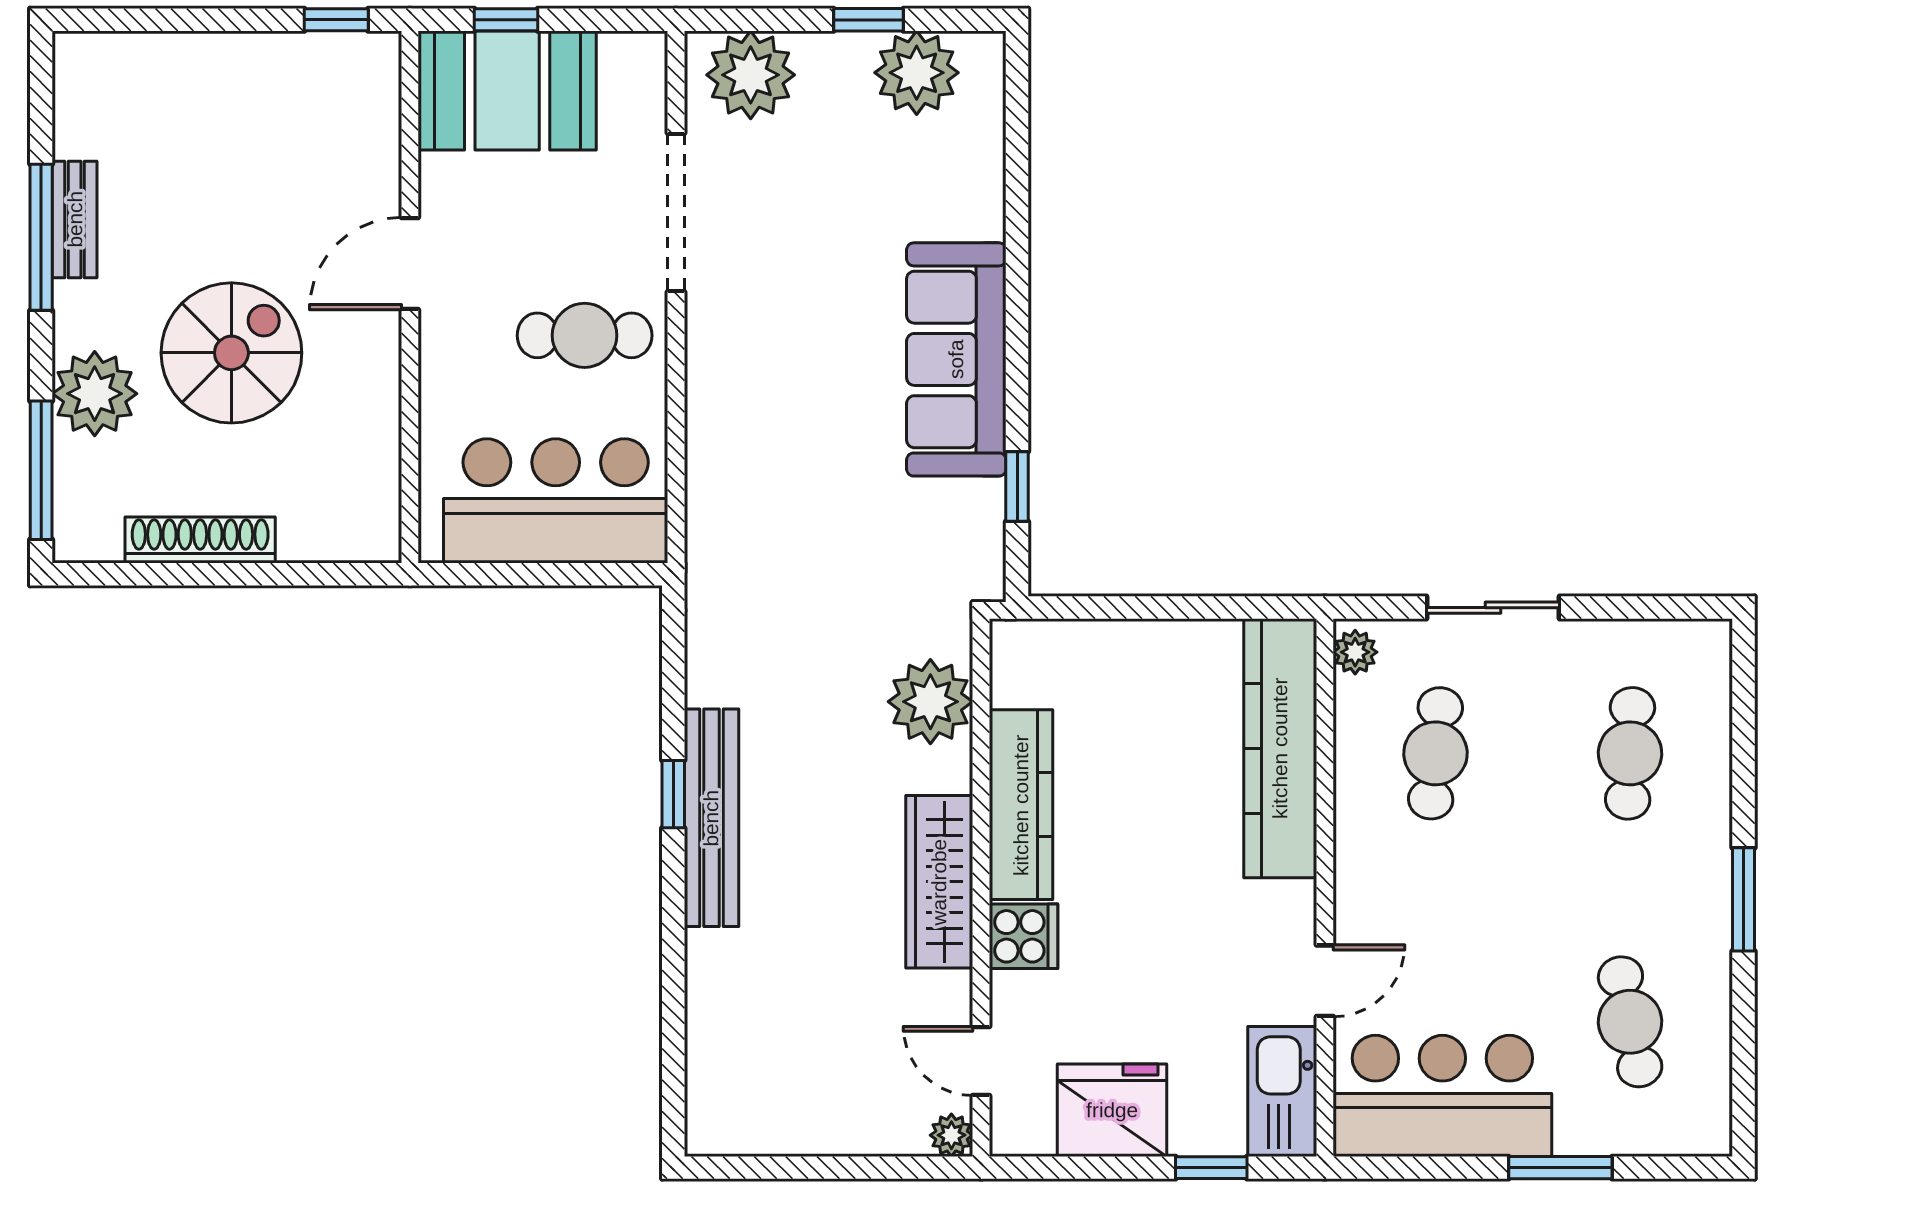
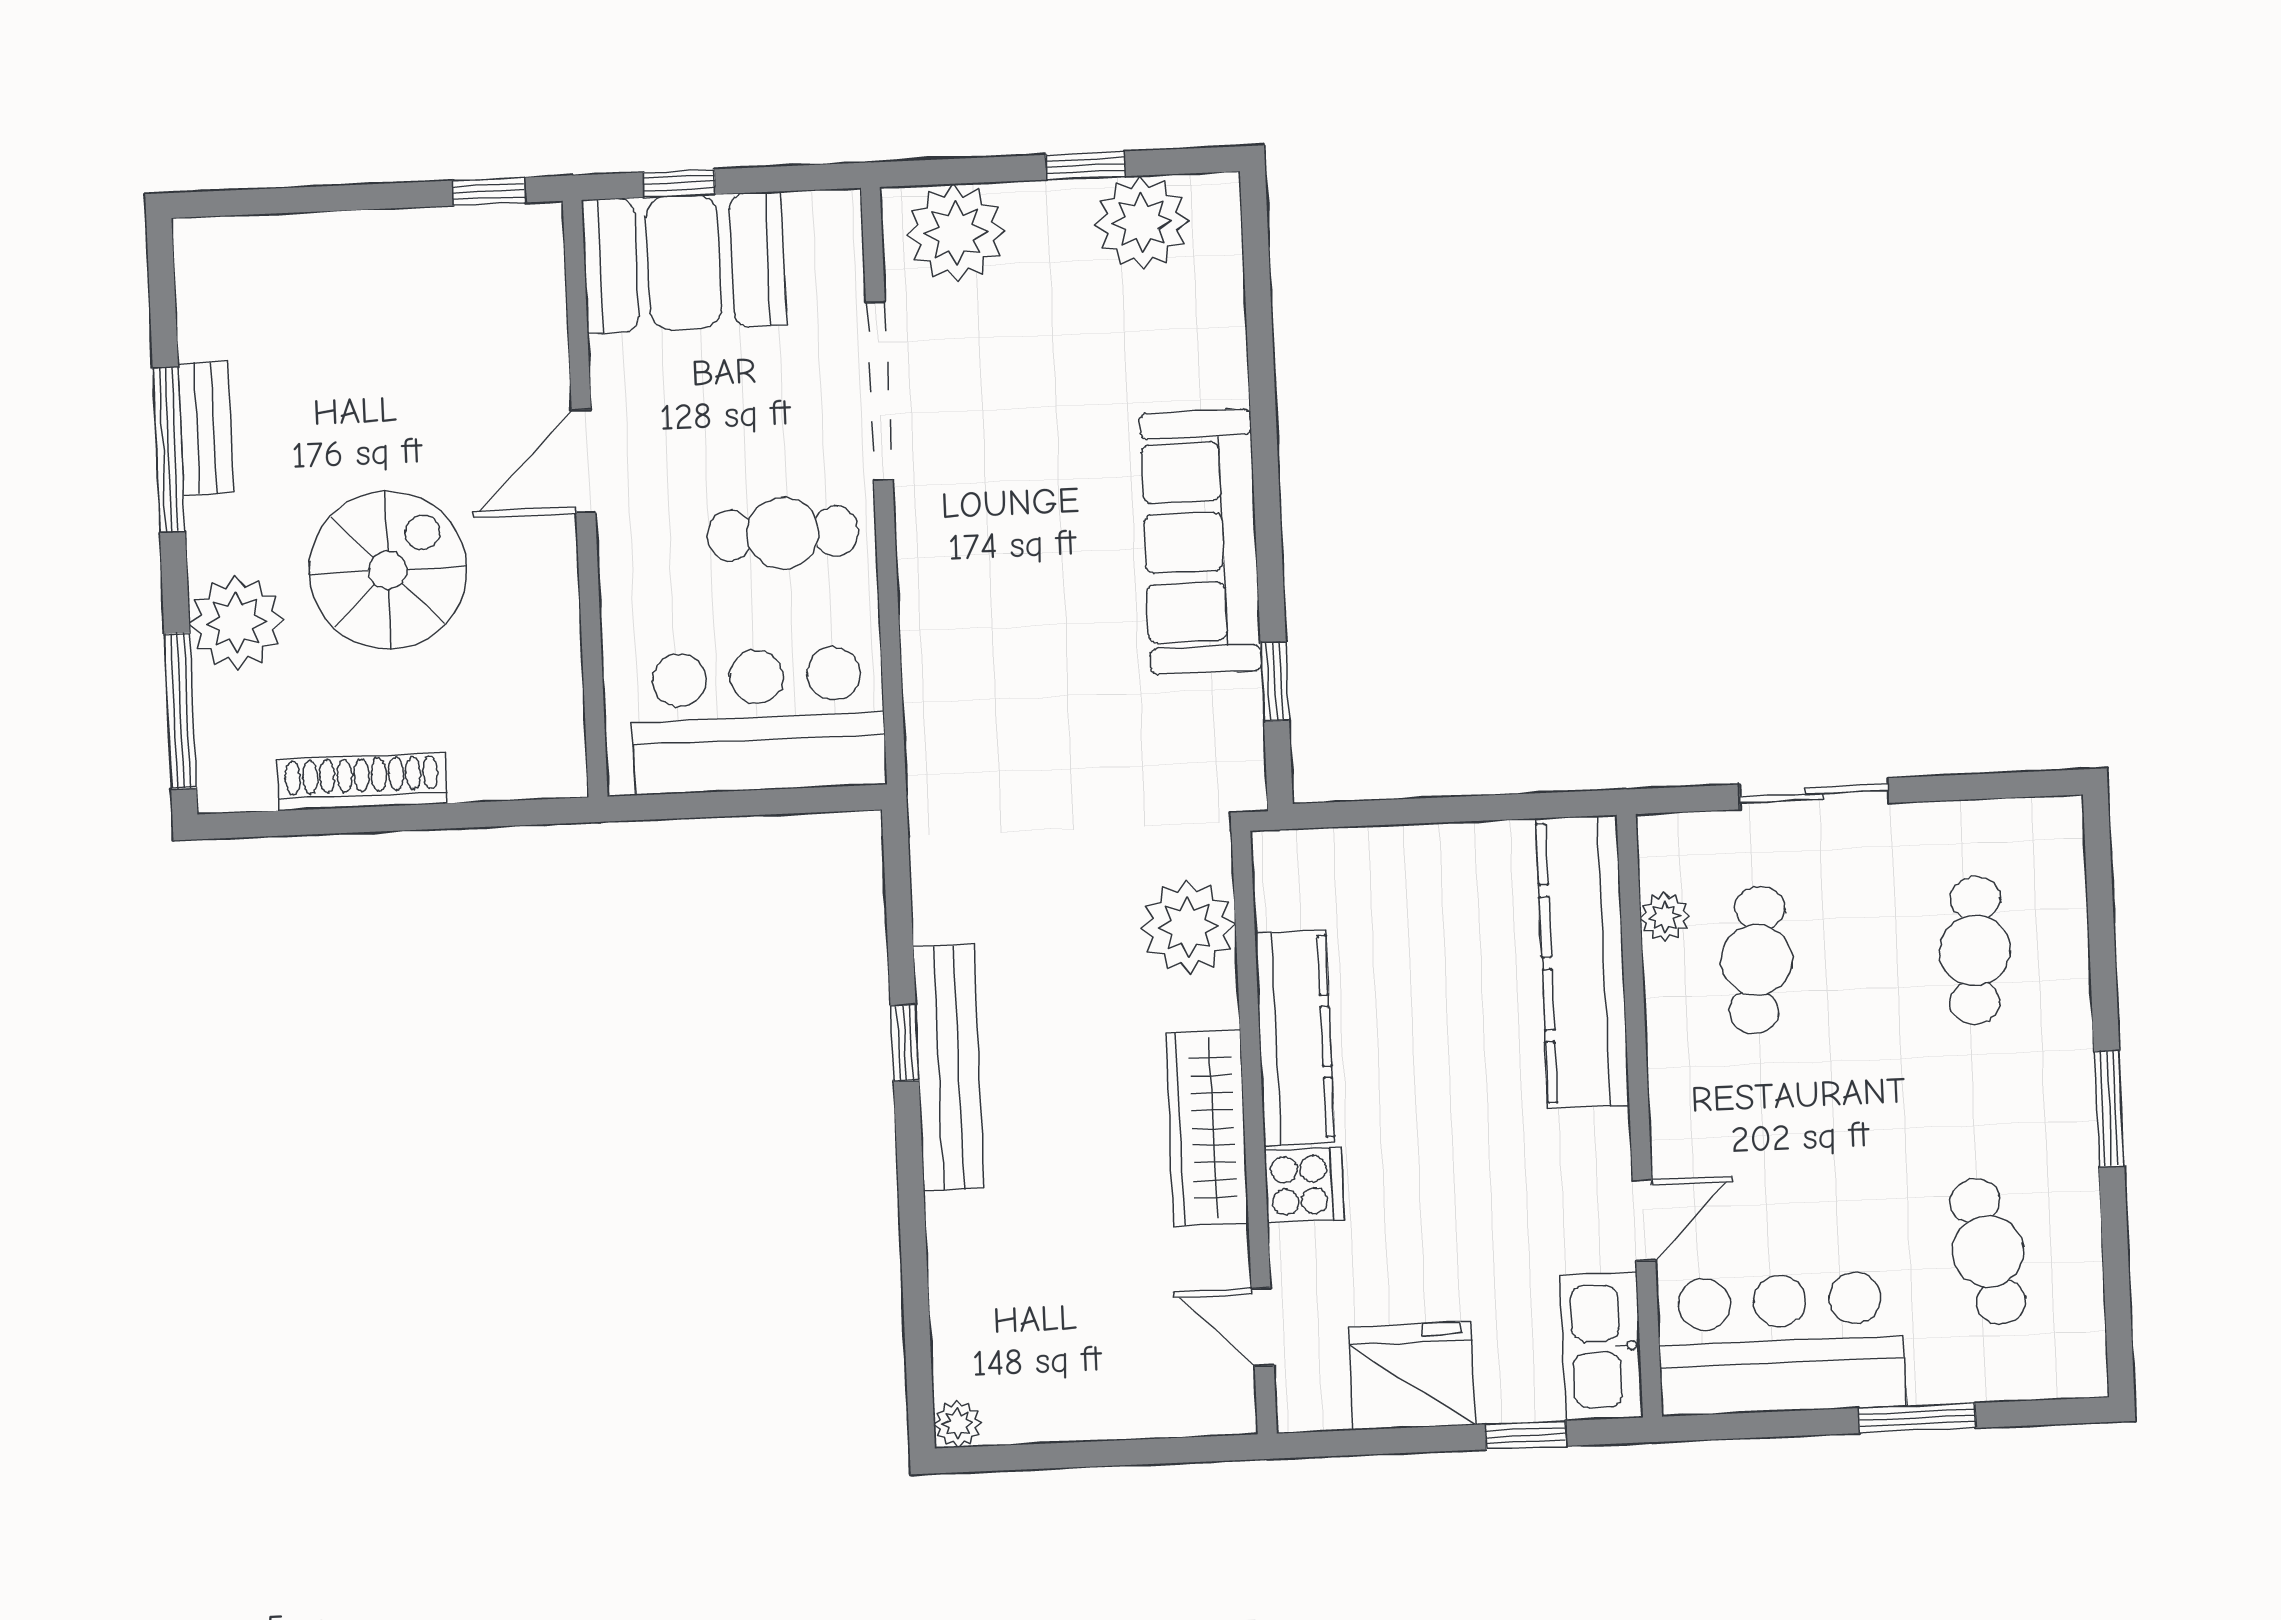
plant: (1355, 652) -> (1665, 917), moved
plant: (951, 1135) -> (958, 1424), moved

